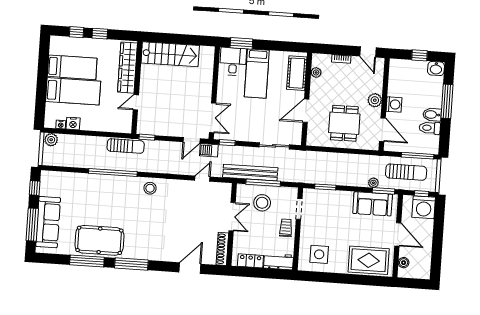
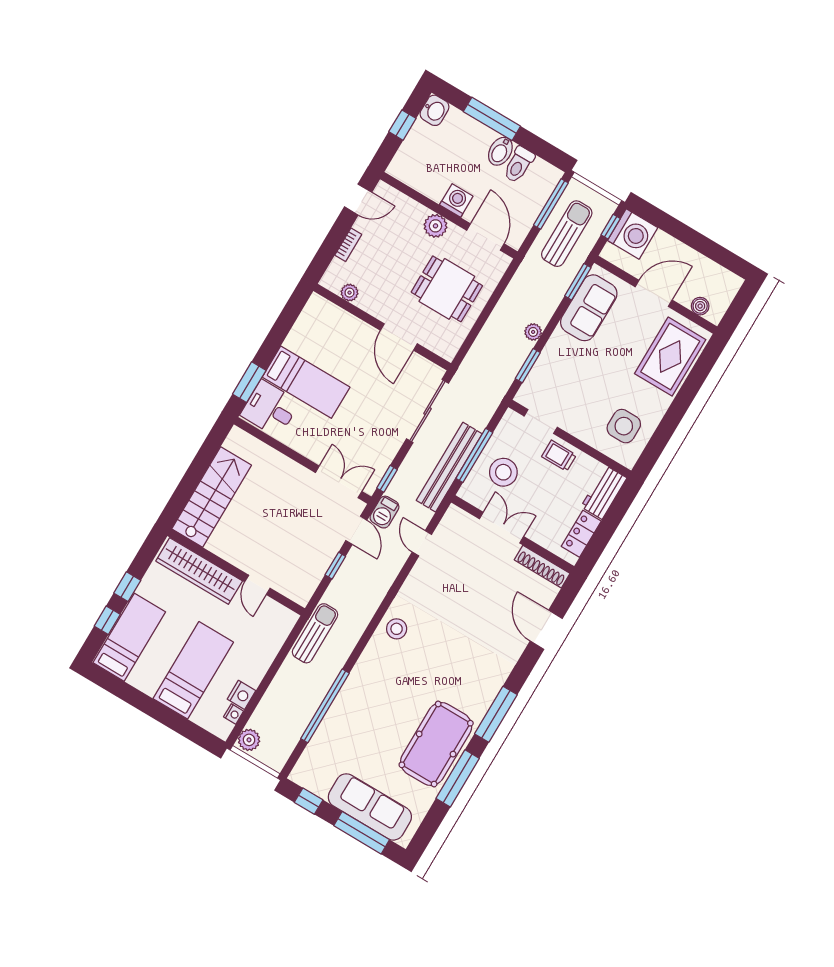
bed: (72, 67) -> (129, 637), moved
cot: (297, 73) -> (336, 322), removed
door: (382, 130) -> (485, 237), hinge flipped
window: (147, 137) -> (335, 566), moved
sliding door: (274, 146) -> (427, 411), width x1.37
window: (113, 173) -> (325, 706), moved
plant: (373, 183) -> (533, 332), moved

